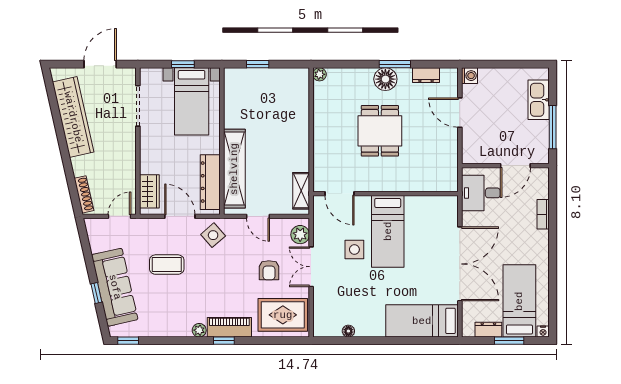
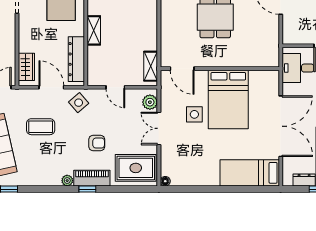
shelving: (234, 169) -> (94, 30), width x0.45, depth x0.75
bed: (388, 231) -> (228, 100), width x1.50
armchair: (269, 270) -> (97, 143), moved, turned -90
floor lamp: (348, 331) -> (165, 181), moved

